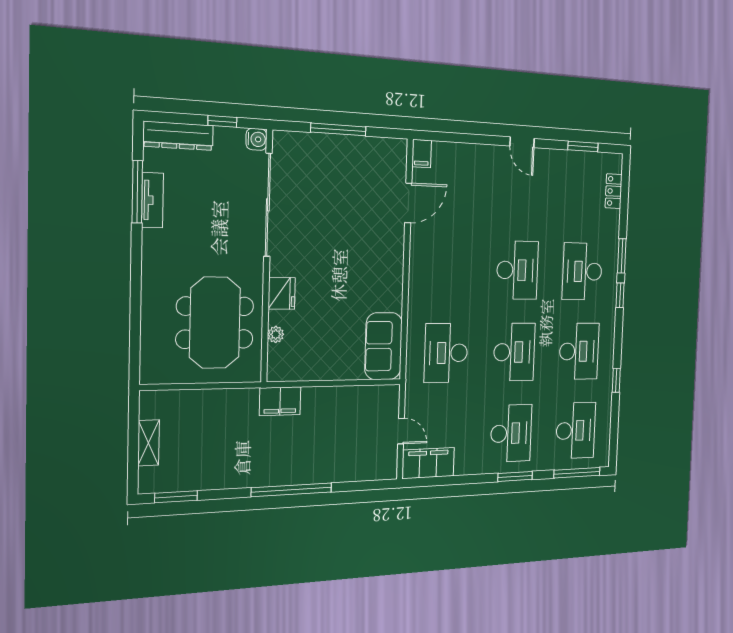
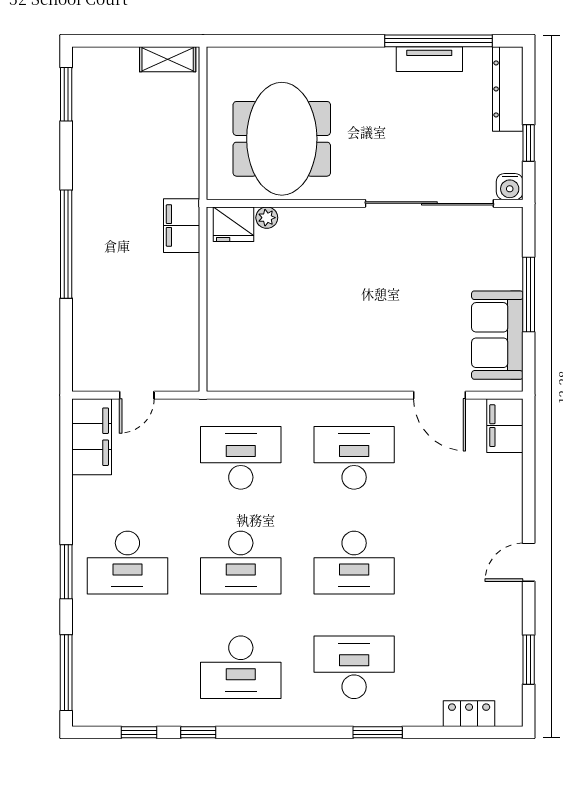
filing cabinet: (422, 154) -> (505, 426), width x2.00
window: (137, 192) -> (439, 41), width x1.46
fridge: (282, 293) -> (234, 224), moved
window: (620, 295) -> (139, 732), moved
meeting table: (215, 323) -> (282, 139), turned 90
sofa: (384, 346) -> (497, 335), moved, turned -90
desk: (576, 430) -> (354, 458), moved, turned 180
shelving: (149, 443) -> (168, 59), moved

